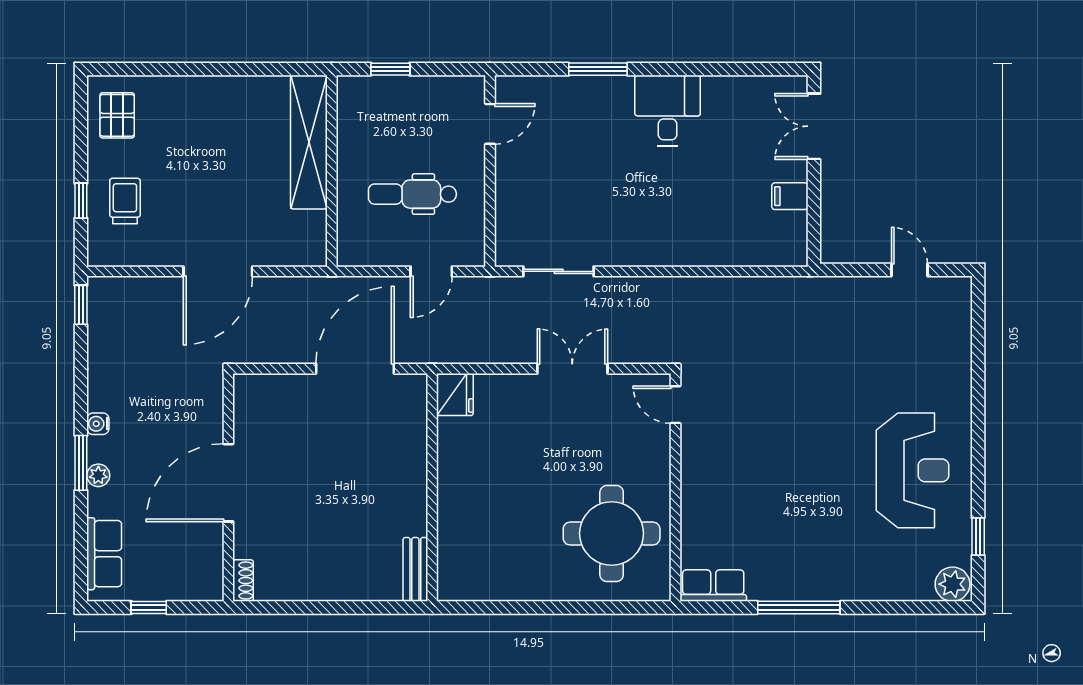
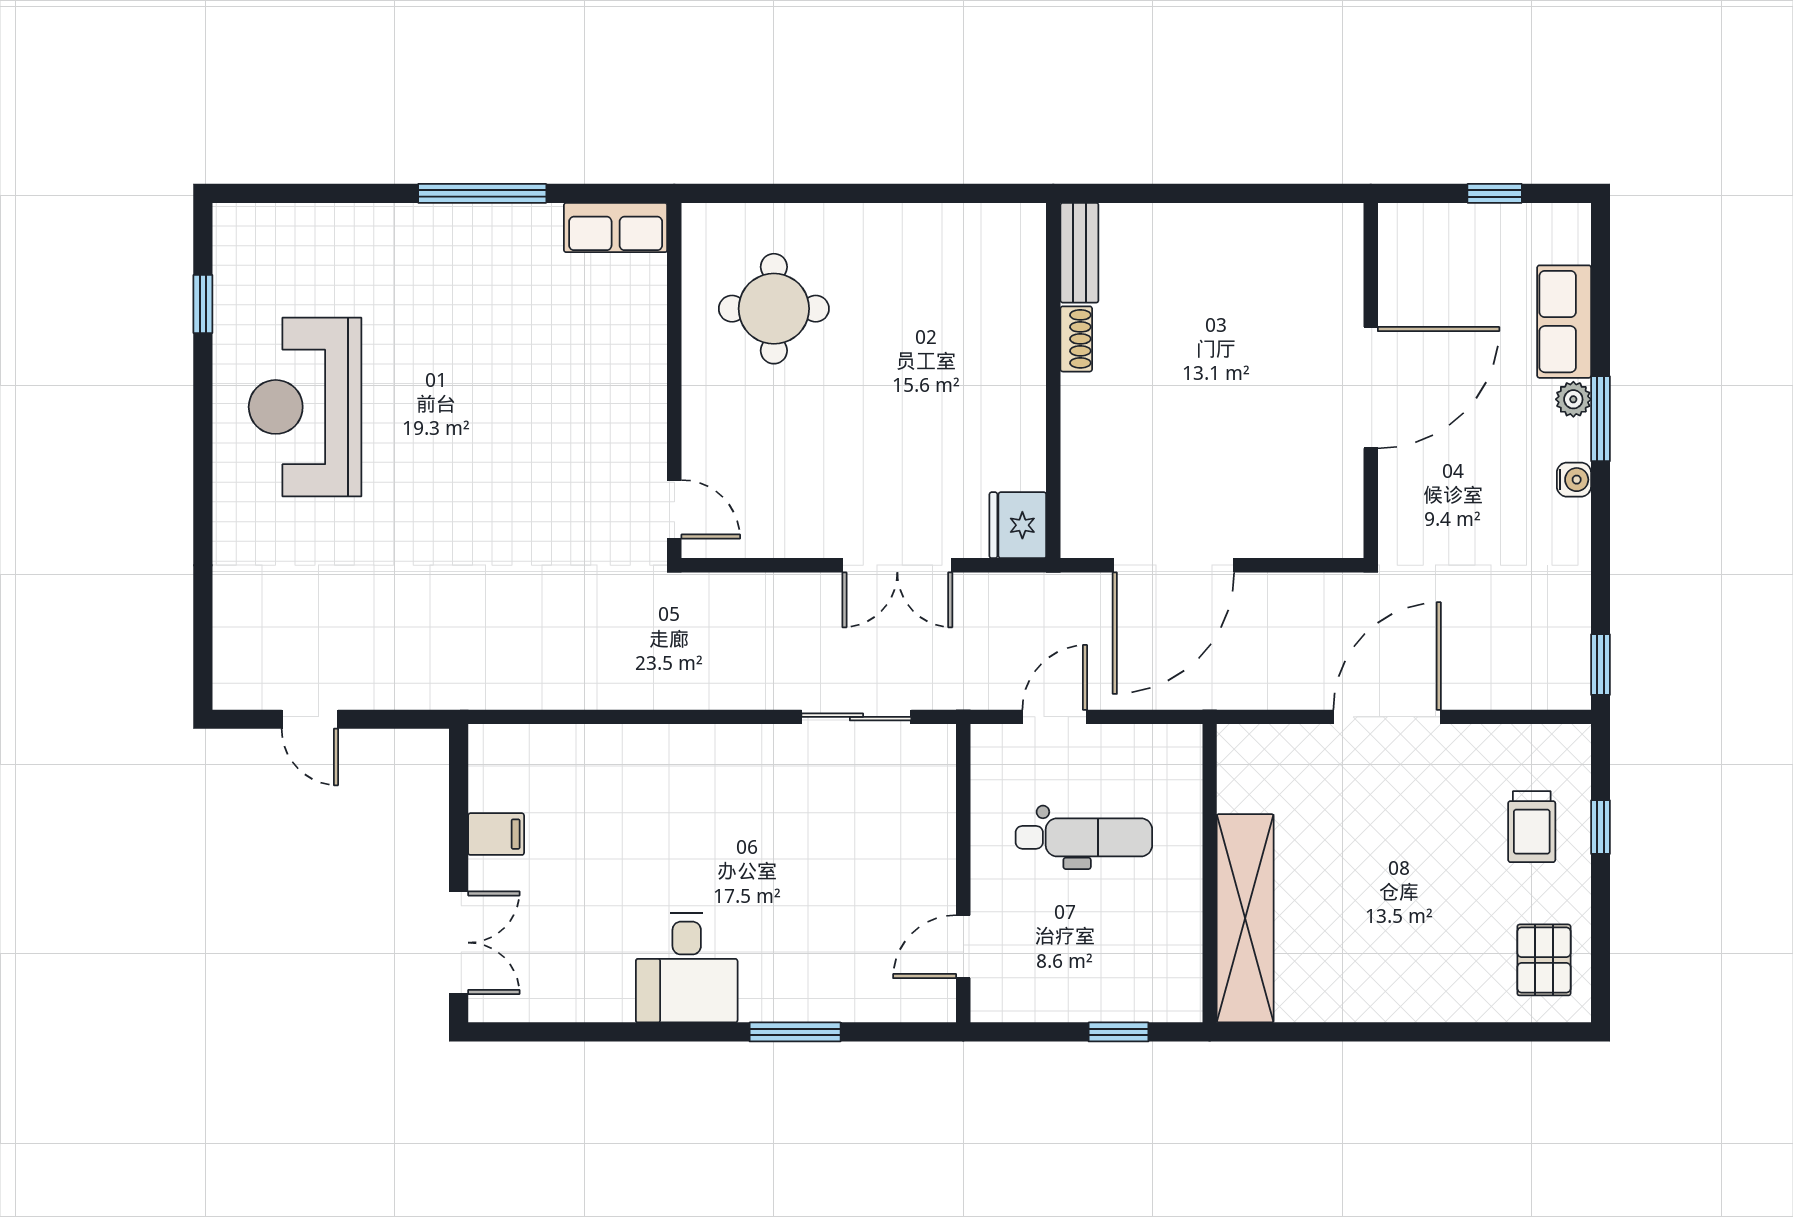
double door: (572, 369) -> (897, 565), moved
round table: (612, 533) -> (774, 309), width x0.73, depth x0.73
row of seats: (104, 554) -> (1564, 322), moved
shoe rack: (243, 581) -> (1076, 339), moved, turned 180
plant: (953, 584) -> (243, 230), removed

